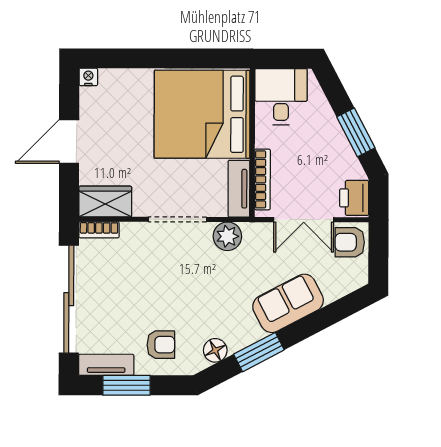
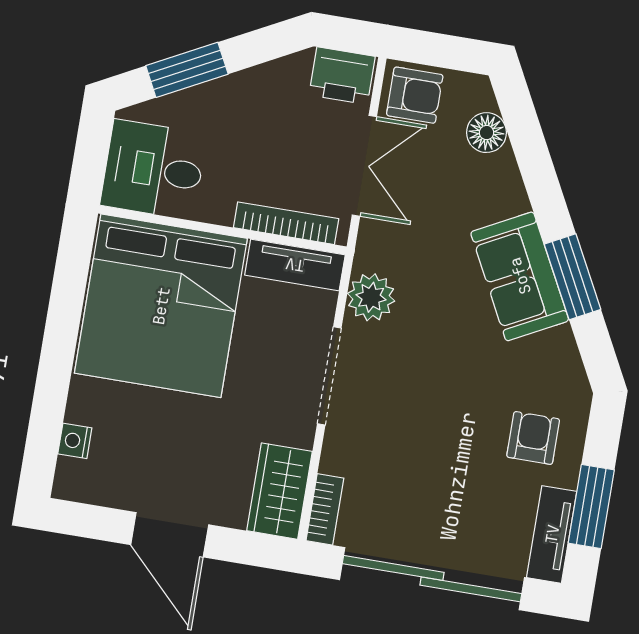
nightstand: (88, 77) -> (75, 441), moved
window: (356, 132) -> (187, 70), moved
armchair: (350, 242) -> (415, 95), turned -90
sofa: (288, 303) -> (520, 276), moved
floor lamp: (215, 350) -> (487, 133), moved

